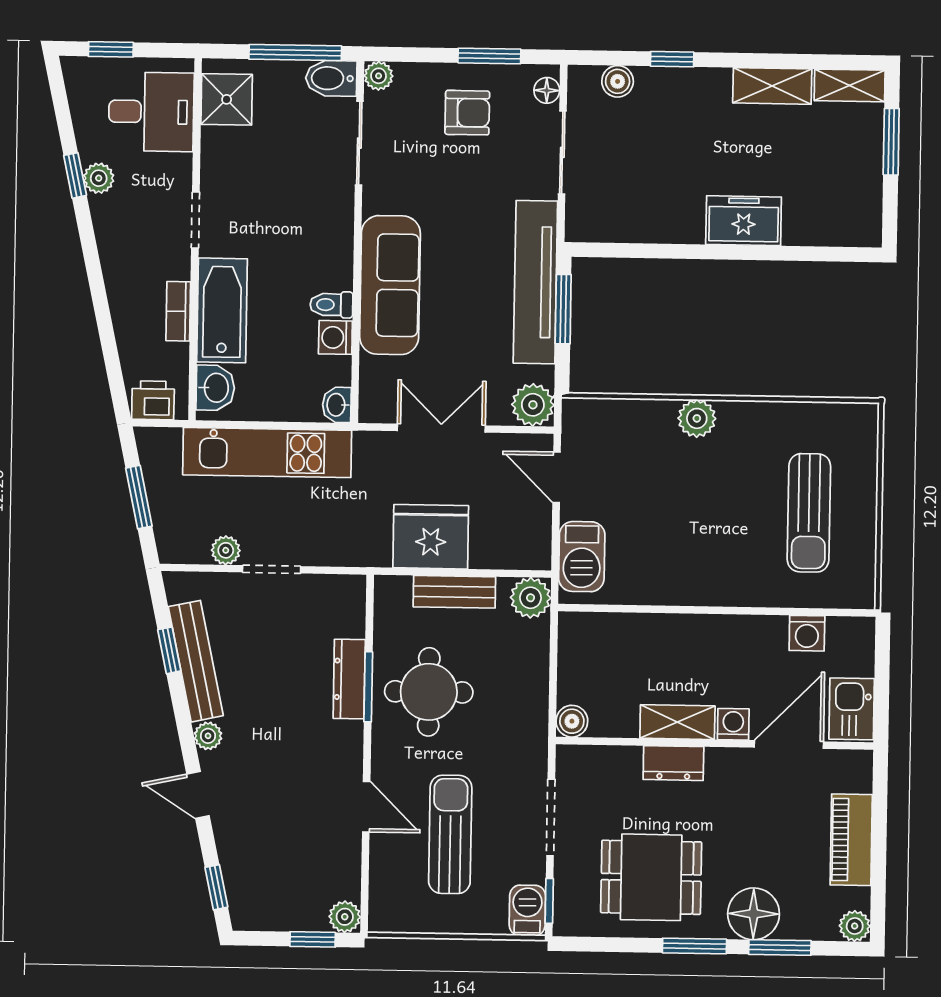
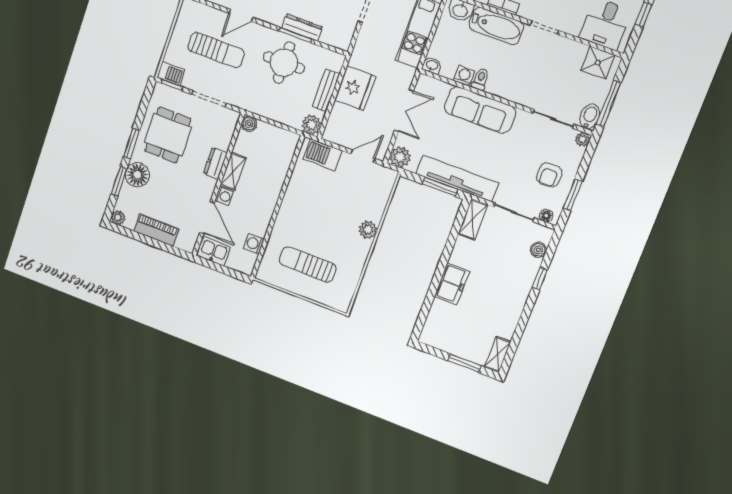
shelving: (772, 86) -> (473, 219), moved

